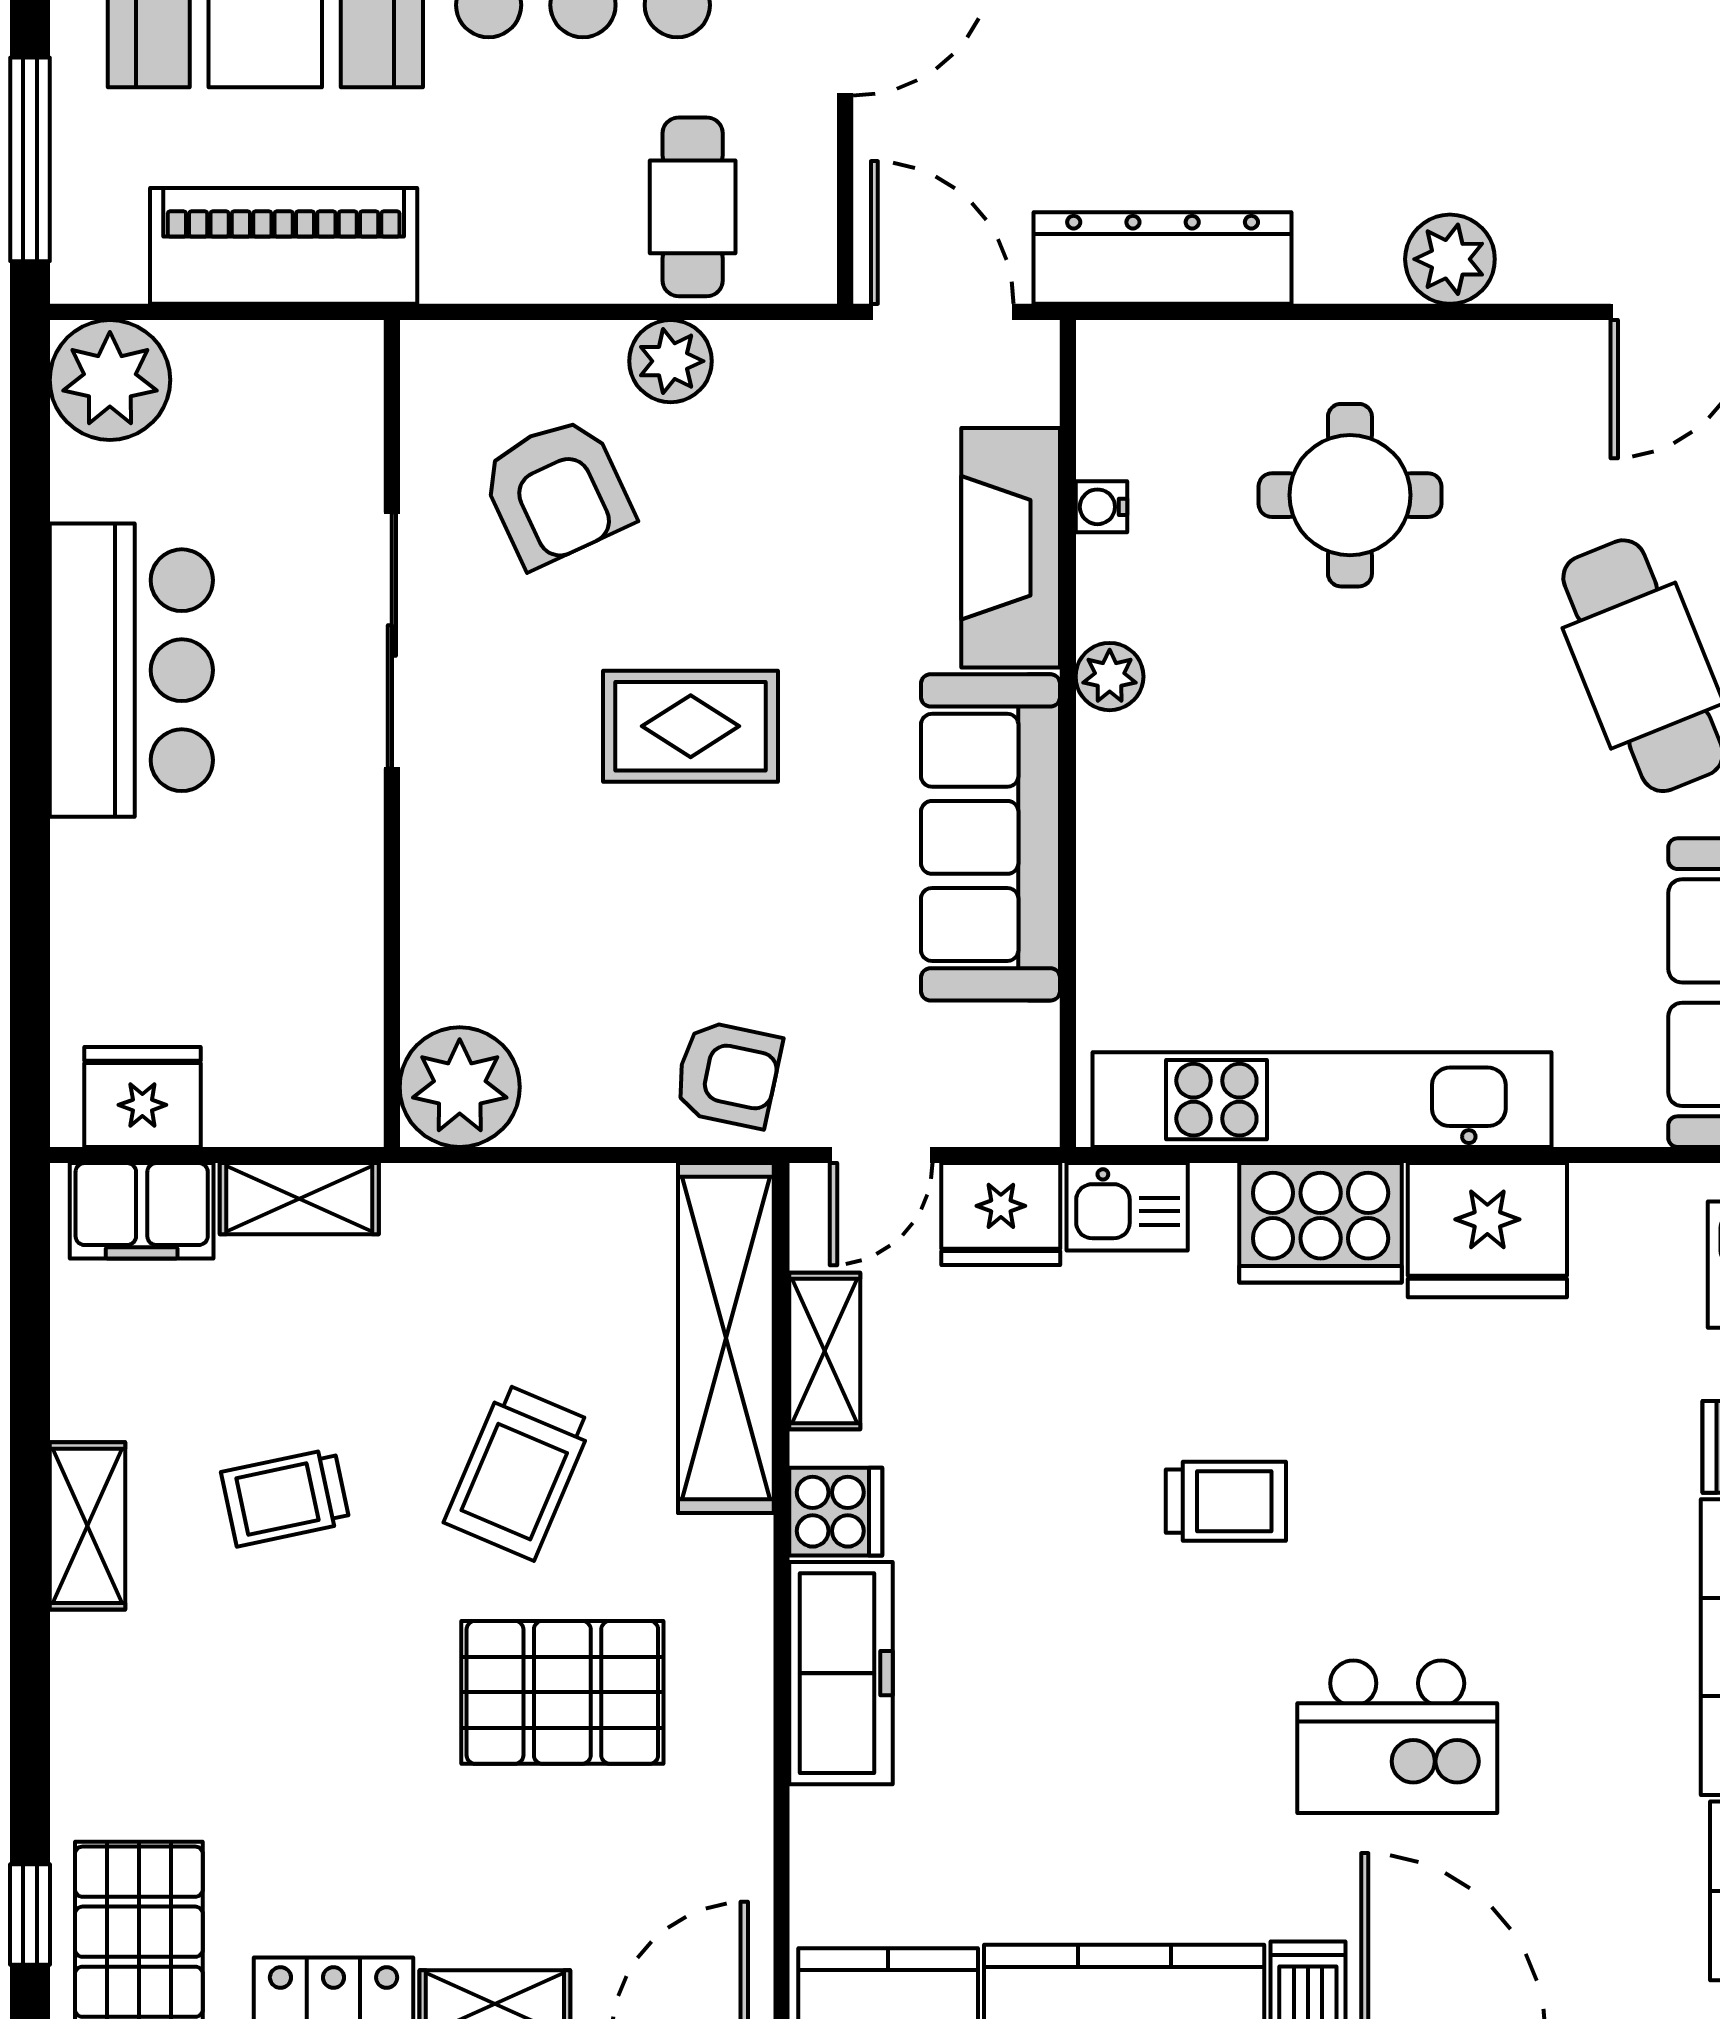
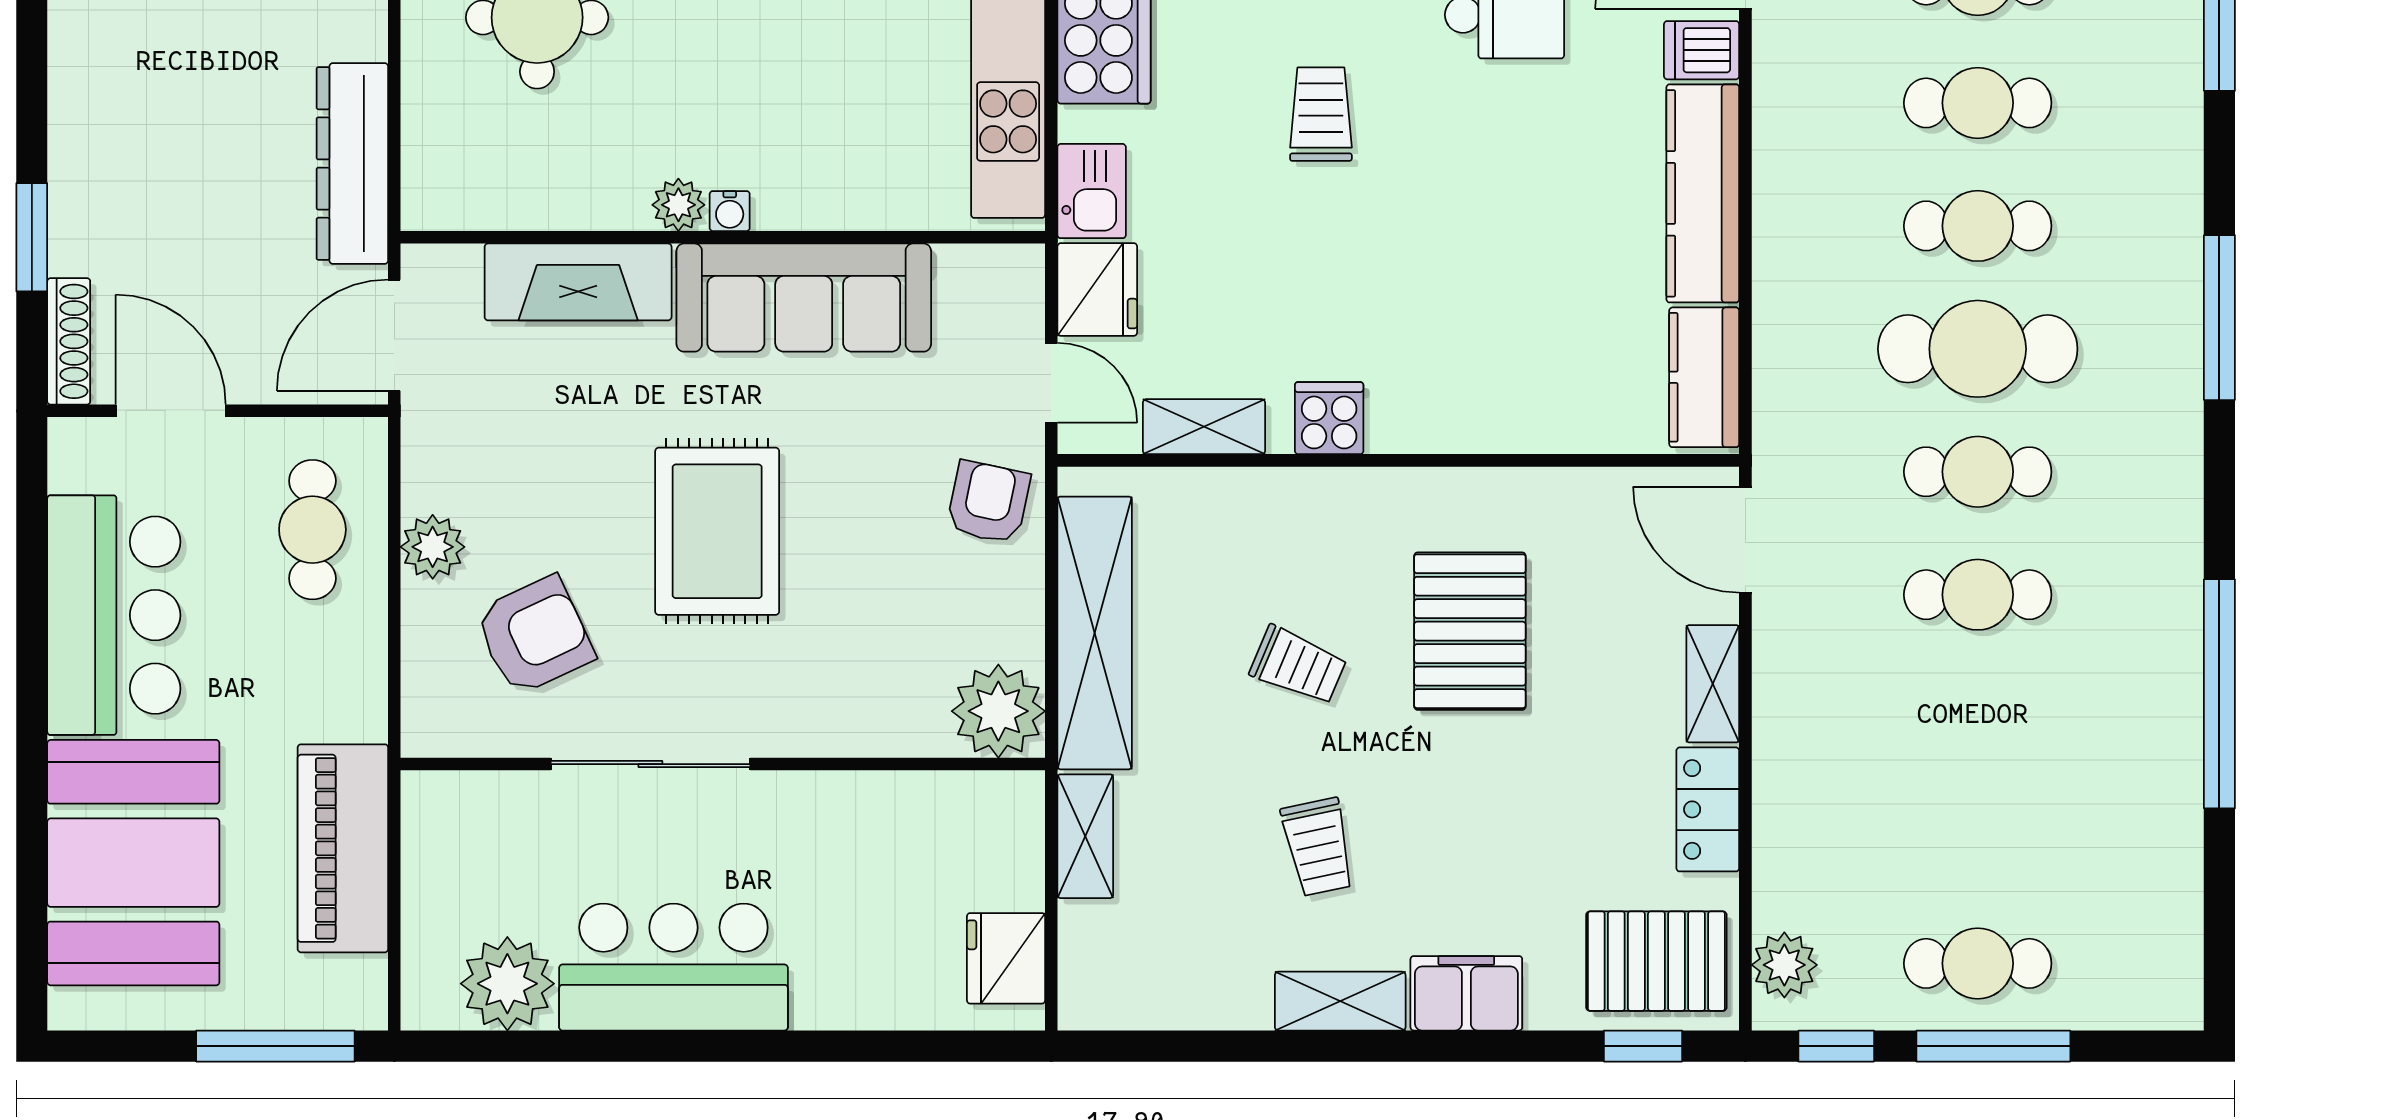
cafe table: (693, 207) -> (312, 530), turned 90
plant: (110, 380) -> (507, 984), moved
water cooler: (1102, 507) -> (730, 211), moved
rug: (691, 726) -> (717, 531), width x1.36, depth x1.43
filing cabinet: (142, 1211) -> (1466, 993), moved, turned -90
shelving: (726, 1338) -> (1095, 633), moved, turned 90
trolley: (518, 1472) -> (1298, 665), width x0.73, depth x0.72
freezer: (841, 1673) -> (1455, 414), removed

